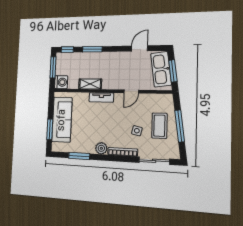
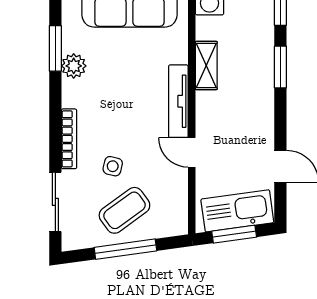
tv unit: (101, 97) -> (178, 101), width x1.41
coffee table: (159, 126) -> (124, 210), turned -36
plant: (101, 148) -> (74, 66), moved

